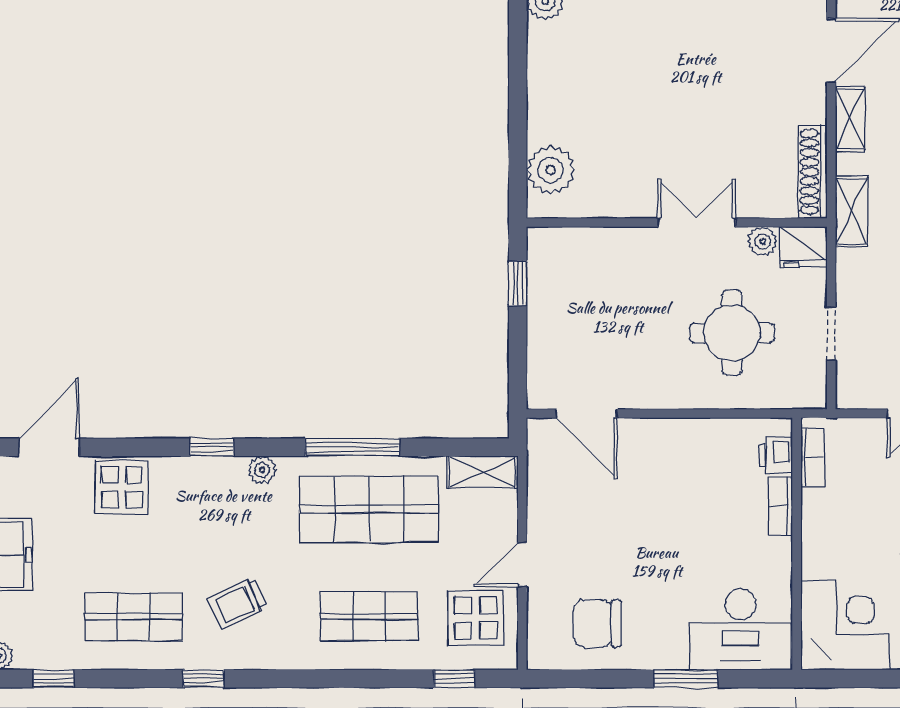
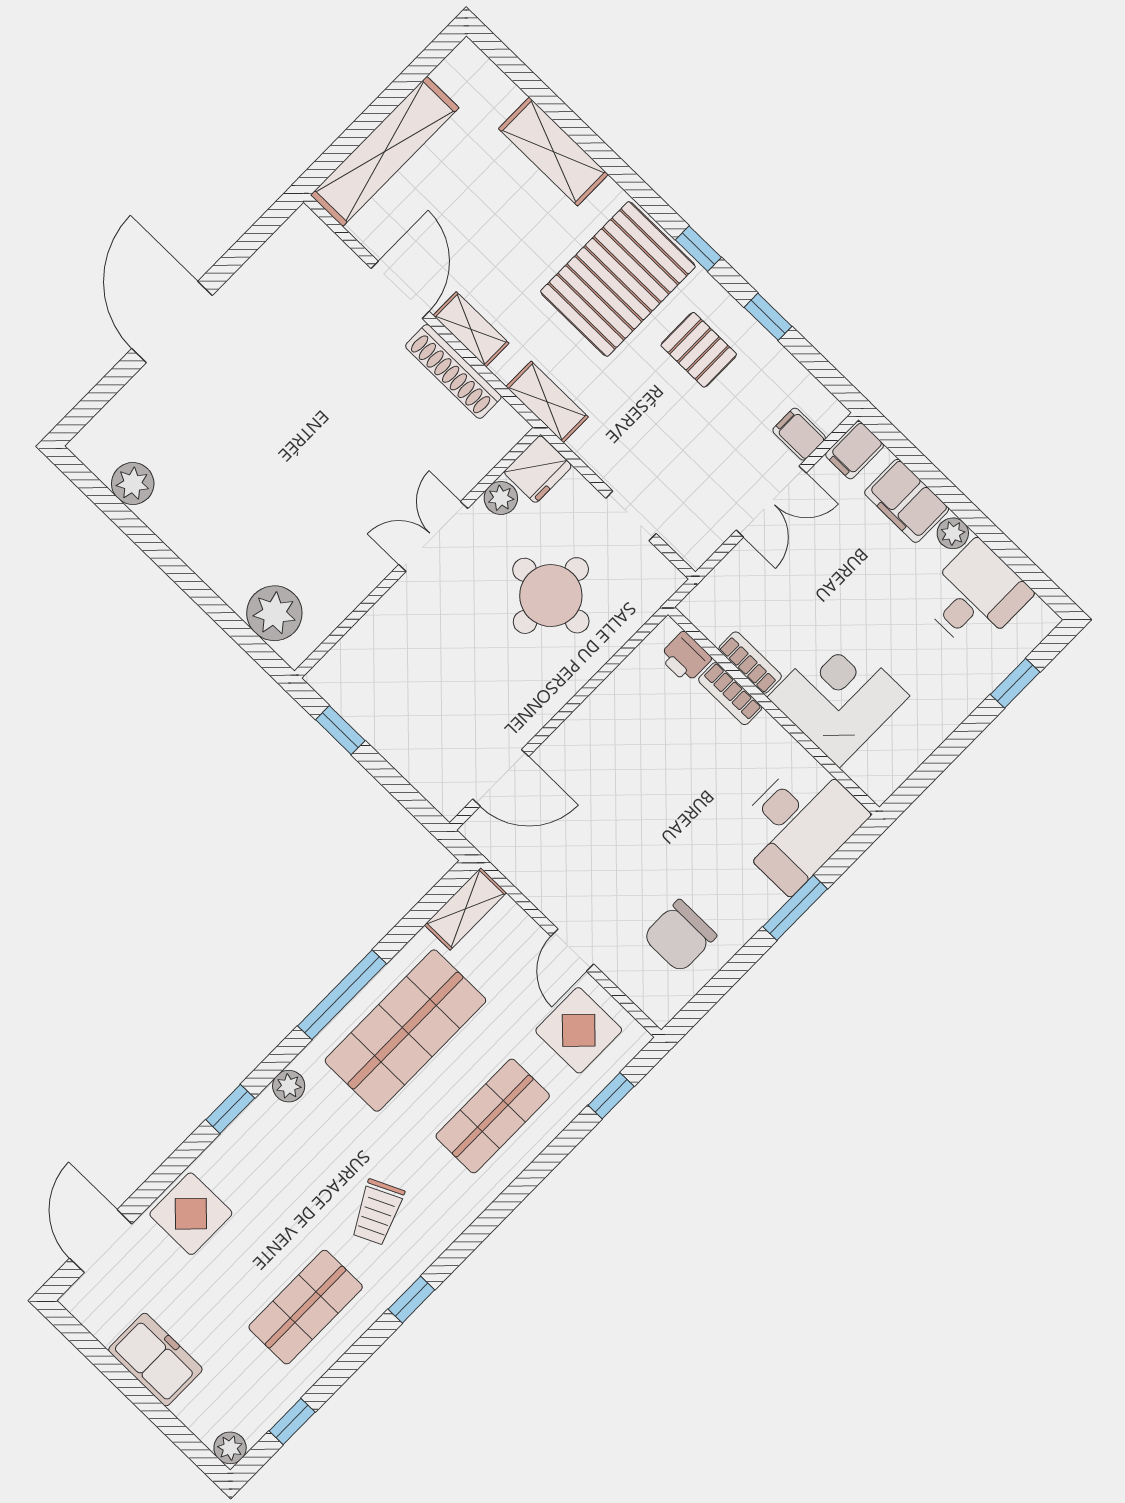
shoe rack: (813, 172) -> (453, 371), moved
bookcase: (812, 458) -> (750, 663), moved
corner desk: (845, 625) -> (838, 697), moved

